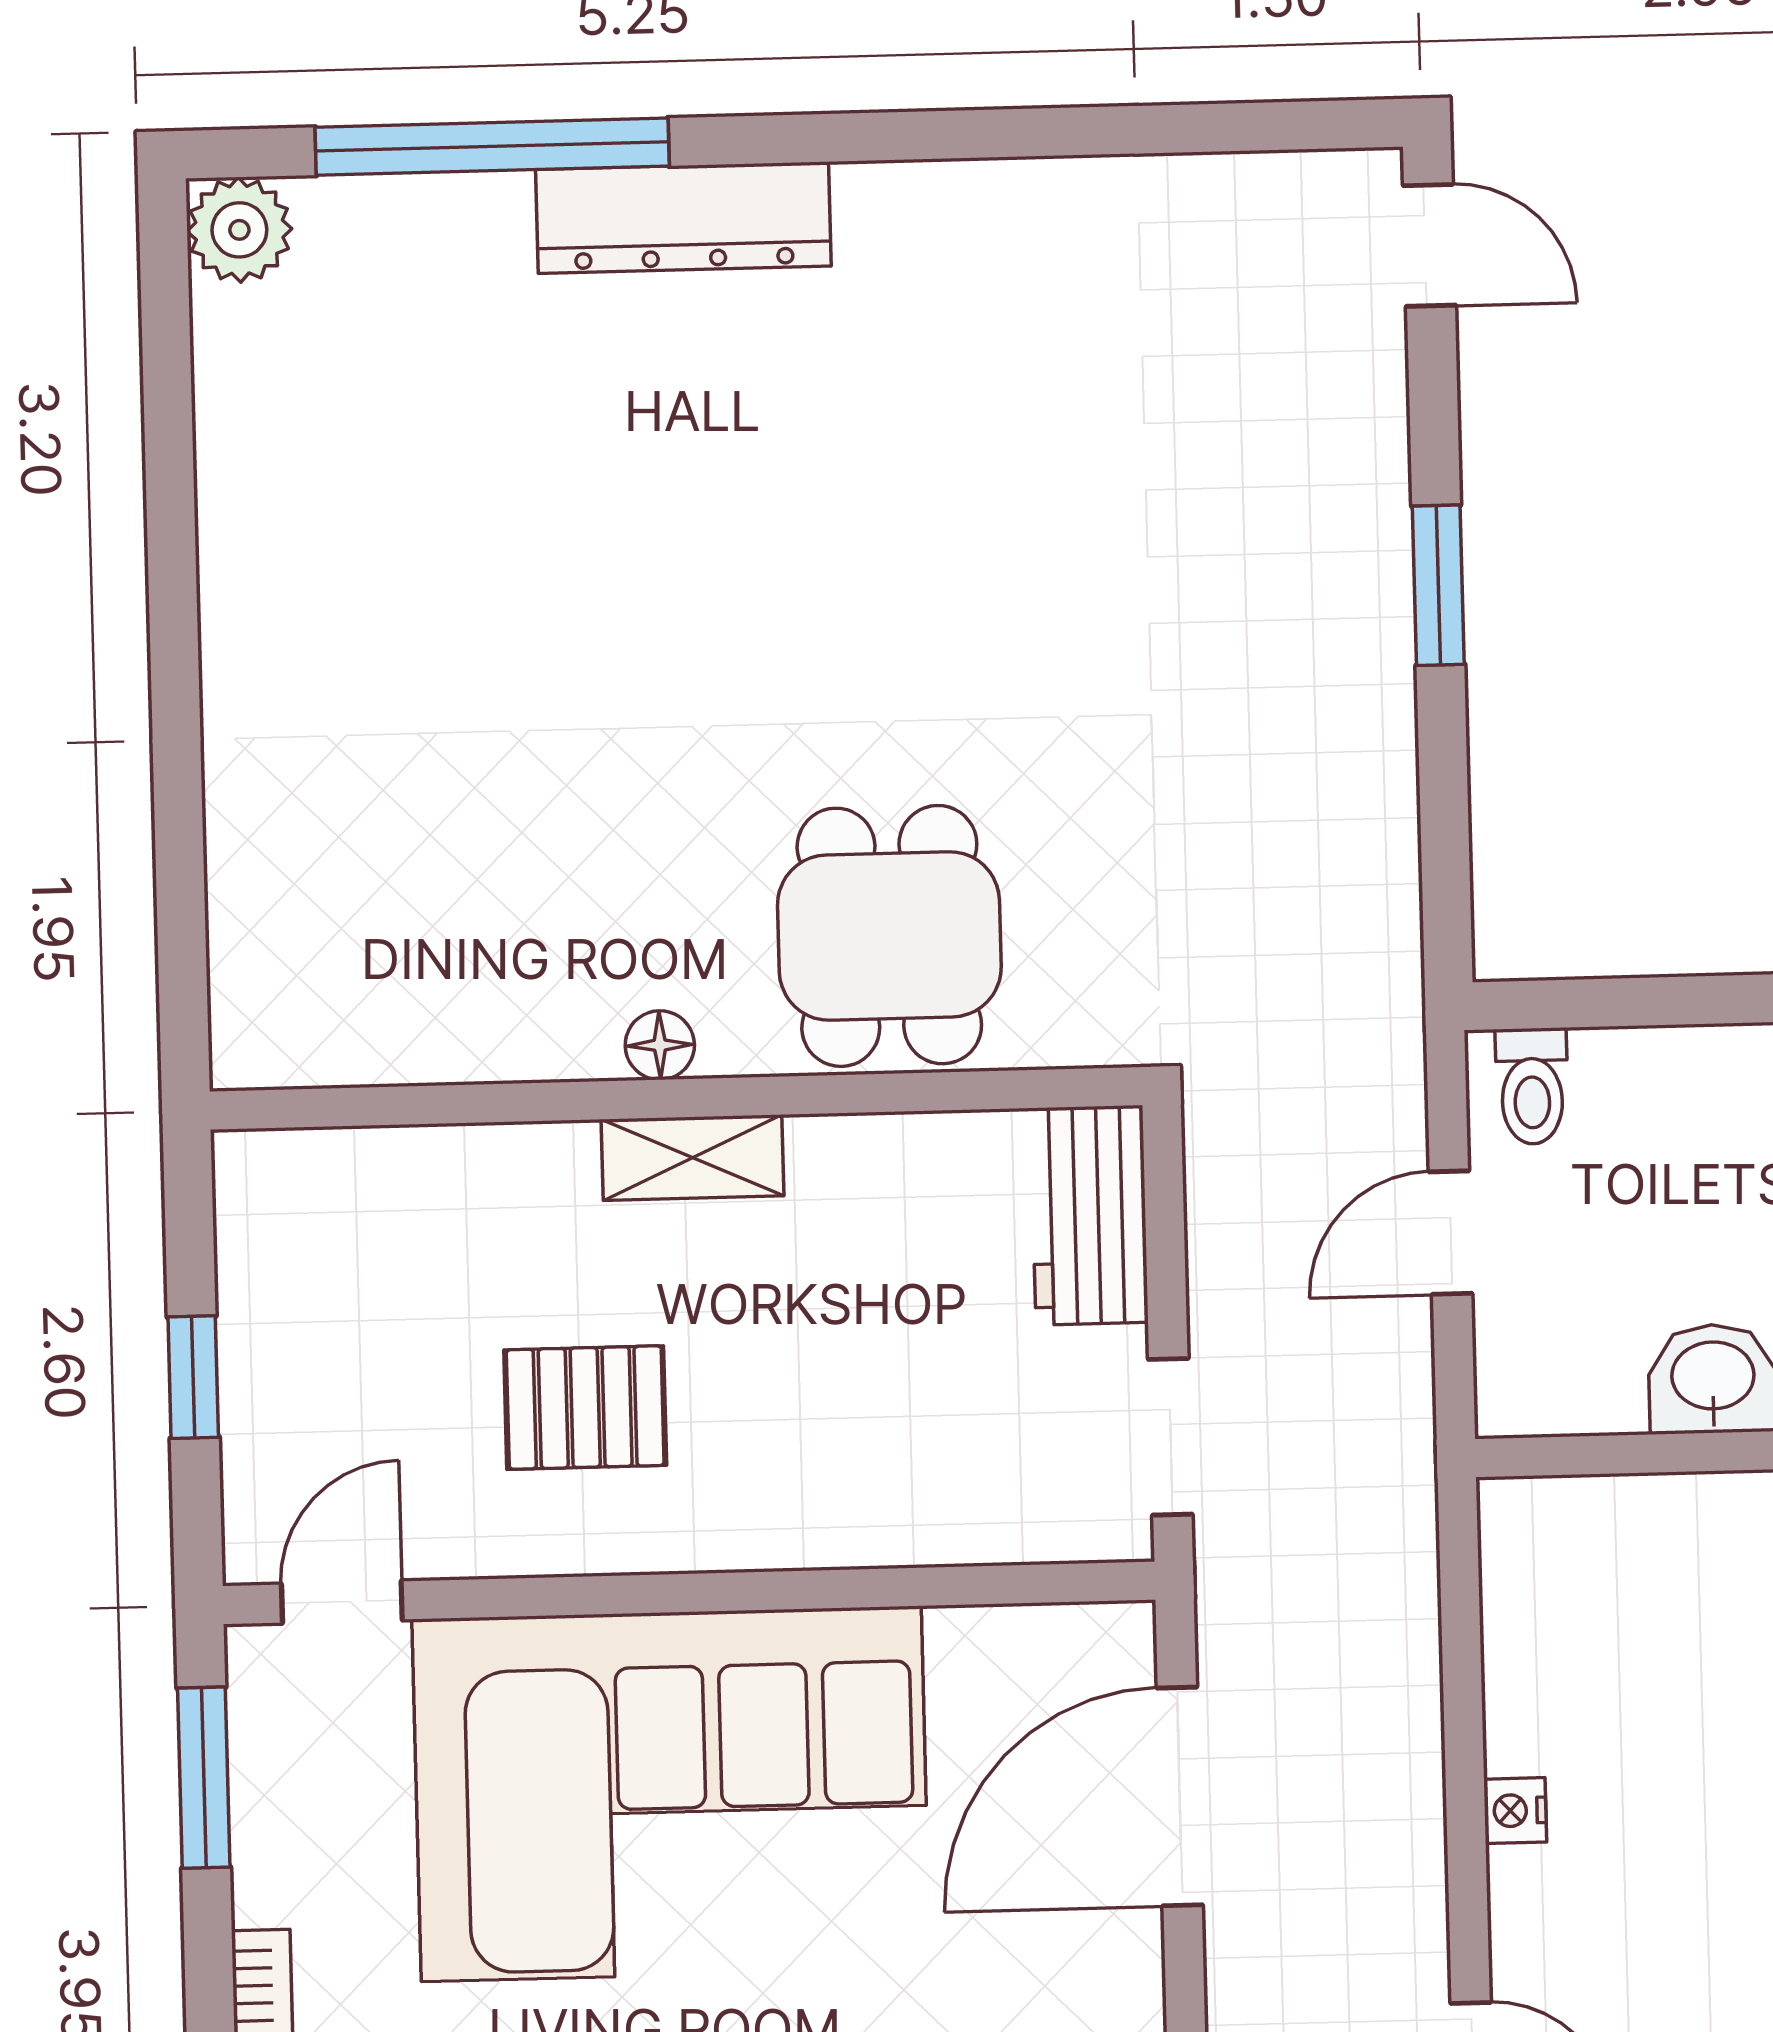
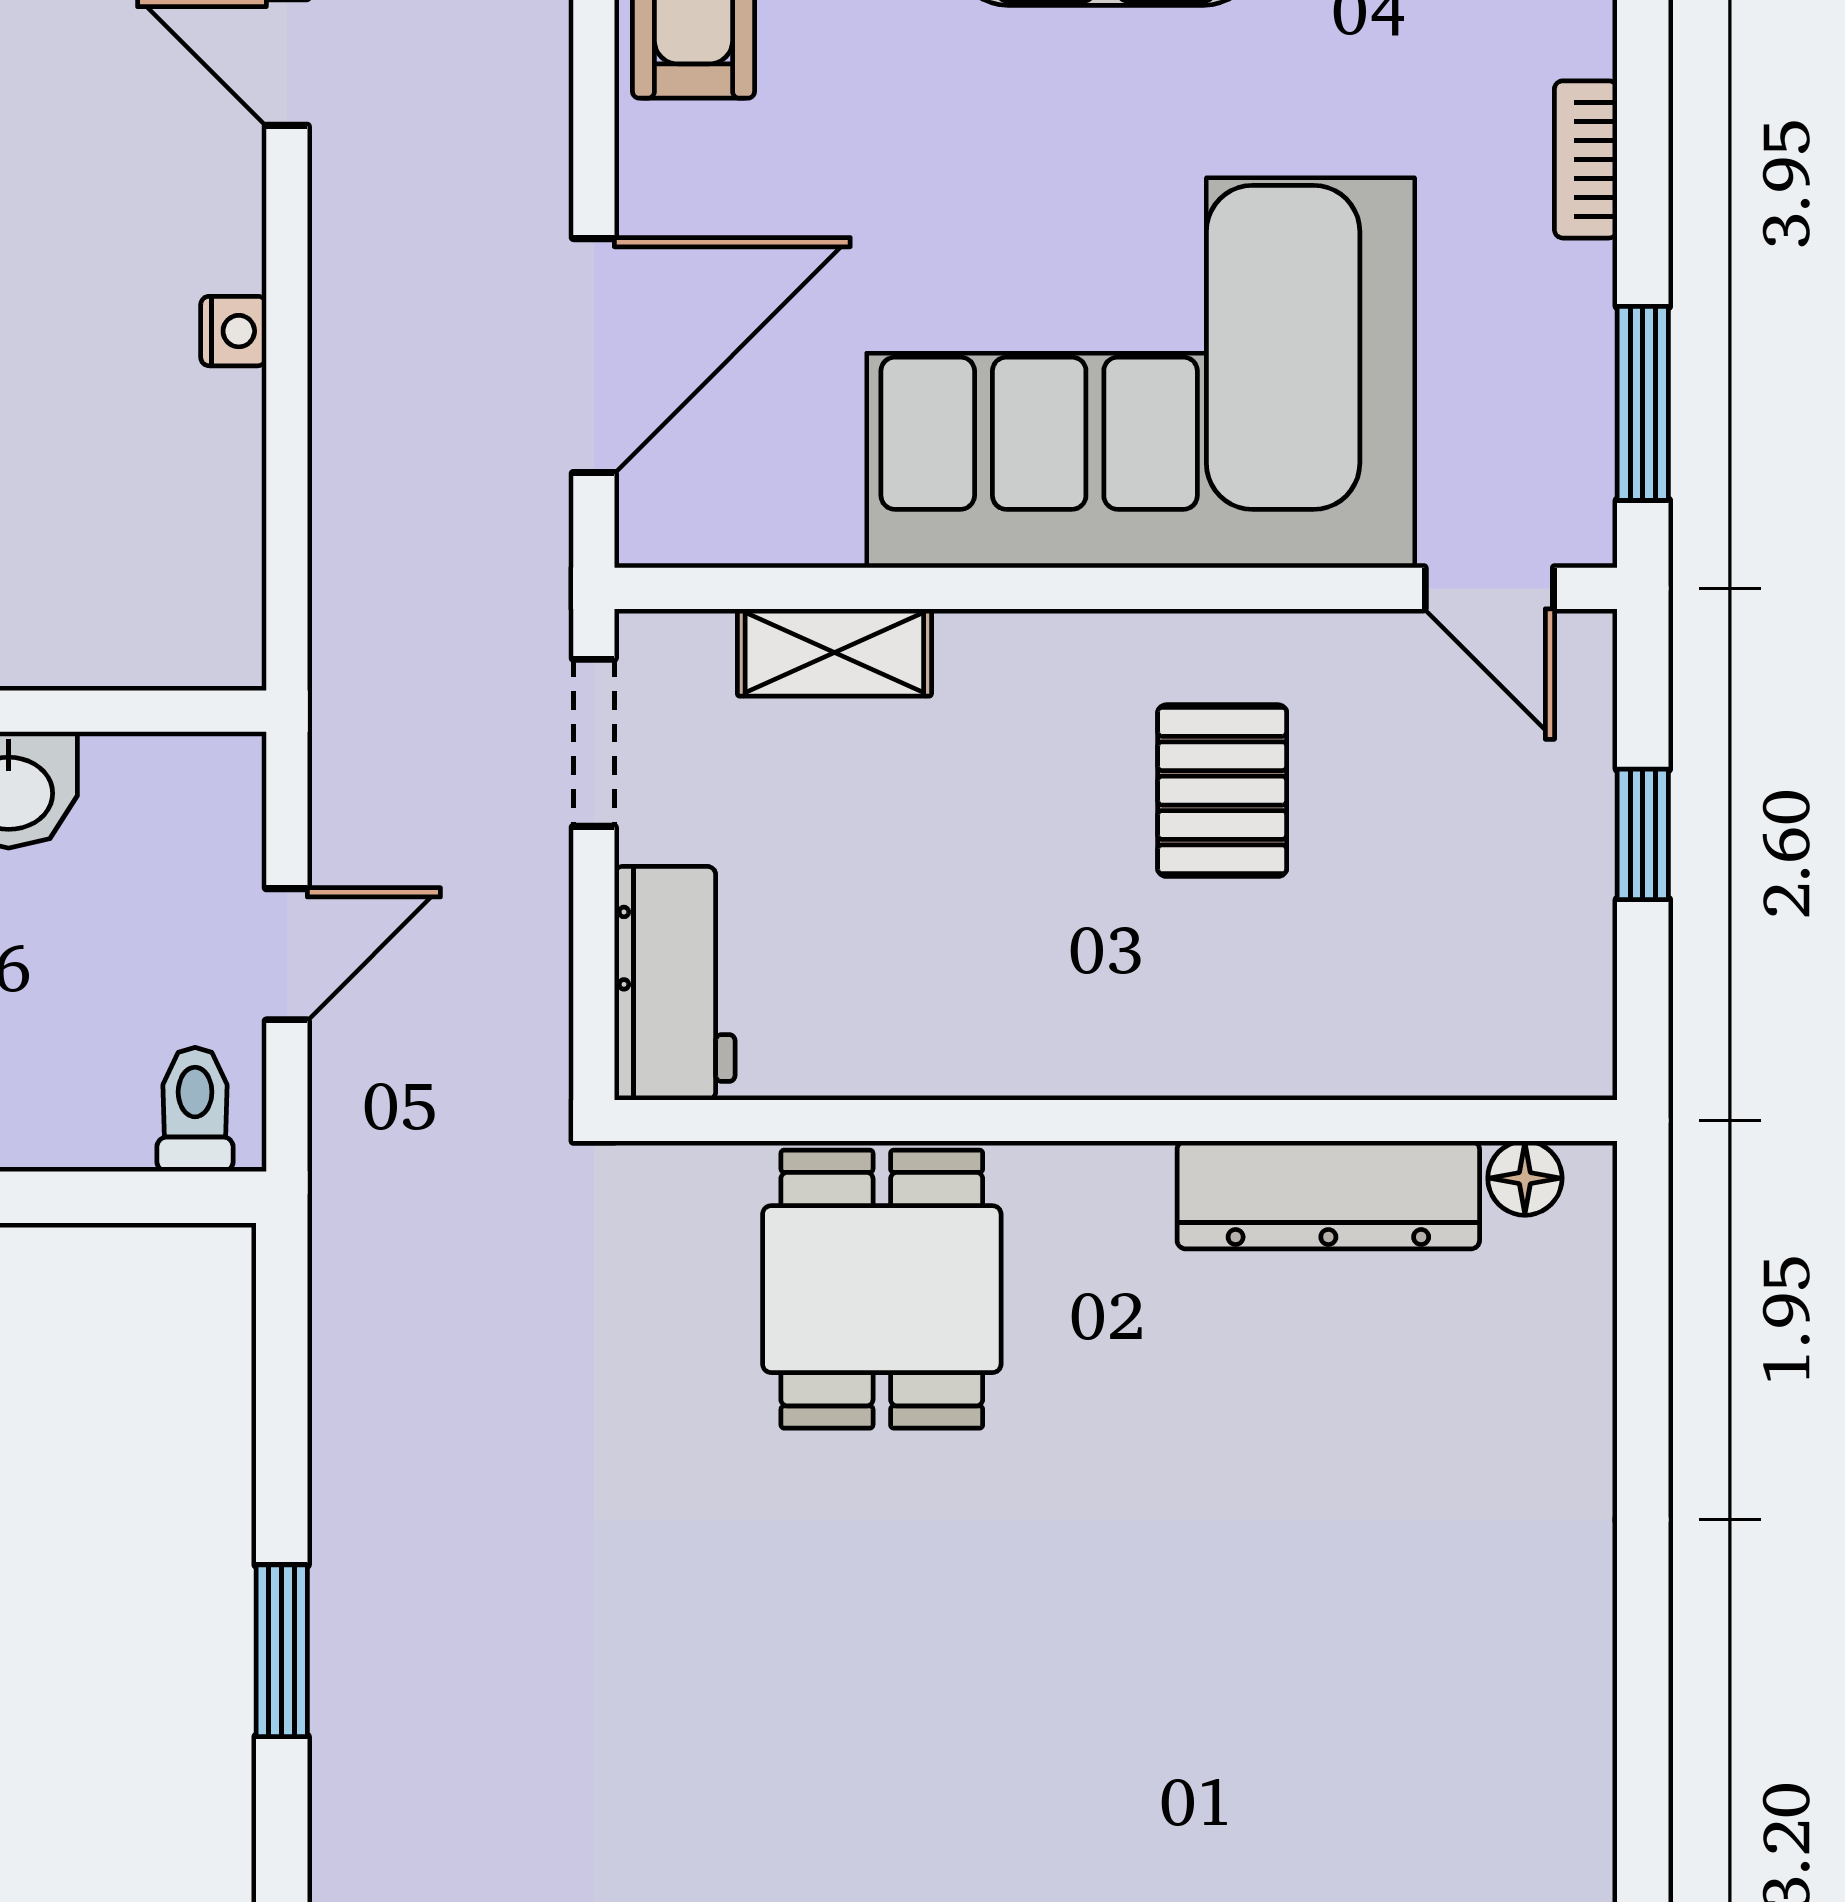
dresser: (477, 1034) -> (1328, 1195), added
floor lamp: (660, 1045) -> (1525, 1178), moved
shelving: (692, 1158) -> (834, 652), moved
pallet: (585, 1408) -> (1222, 791), turned 90
door: (342, 1602) -> (1489, 588), hinge flipped

